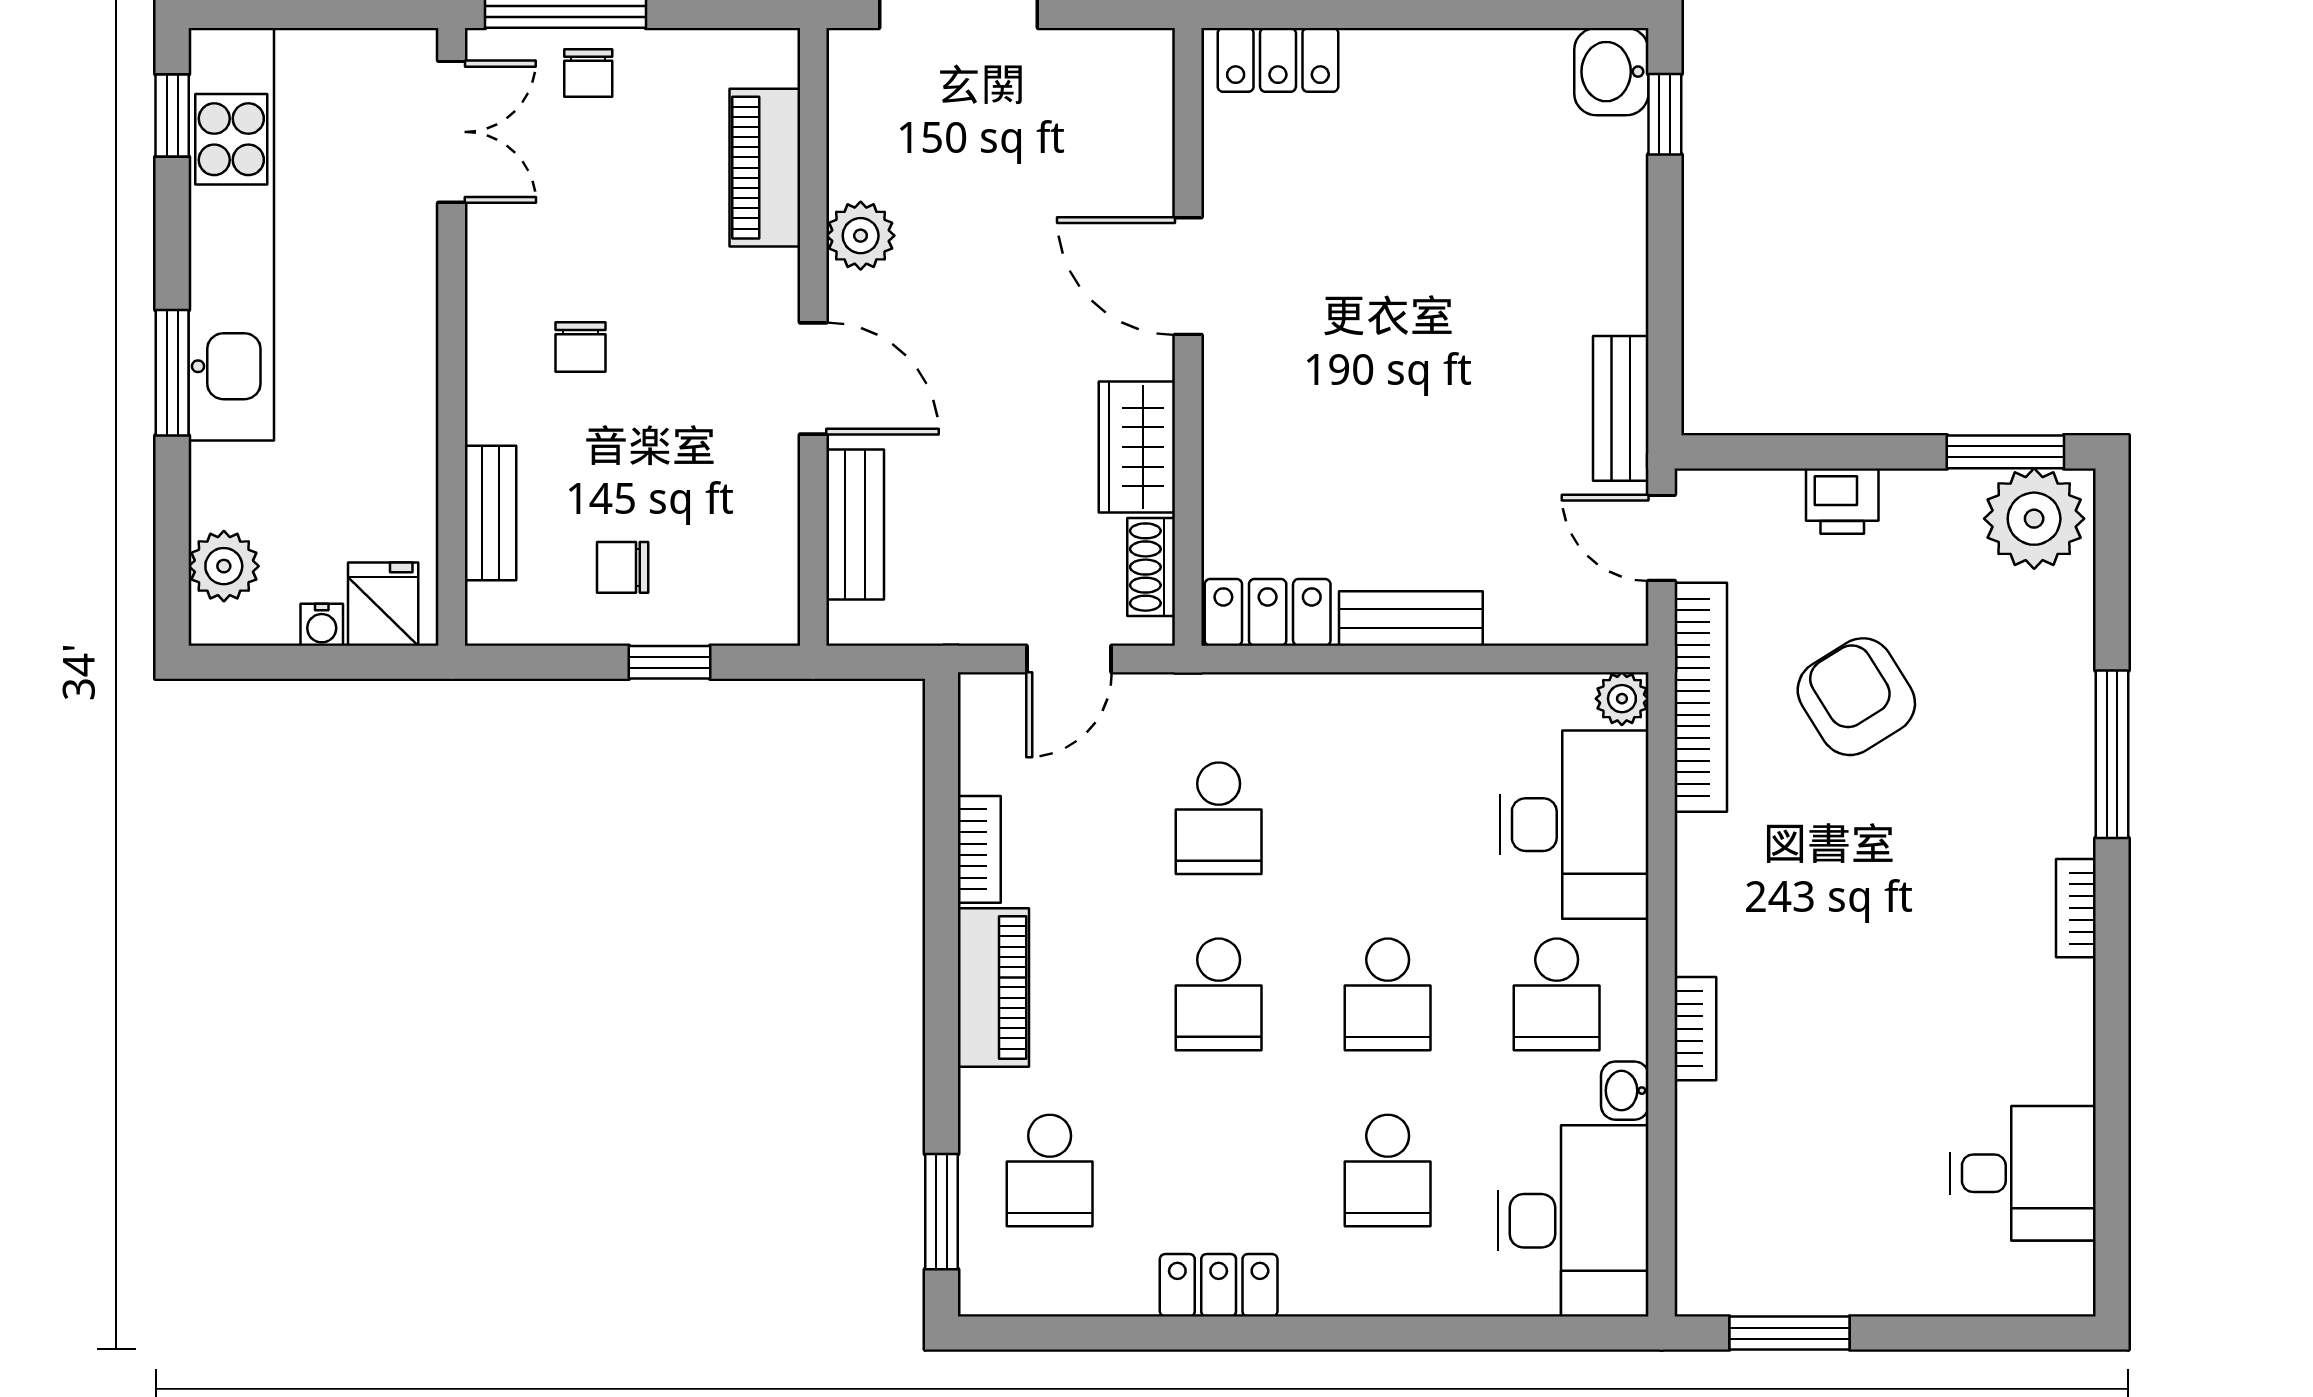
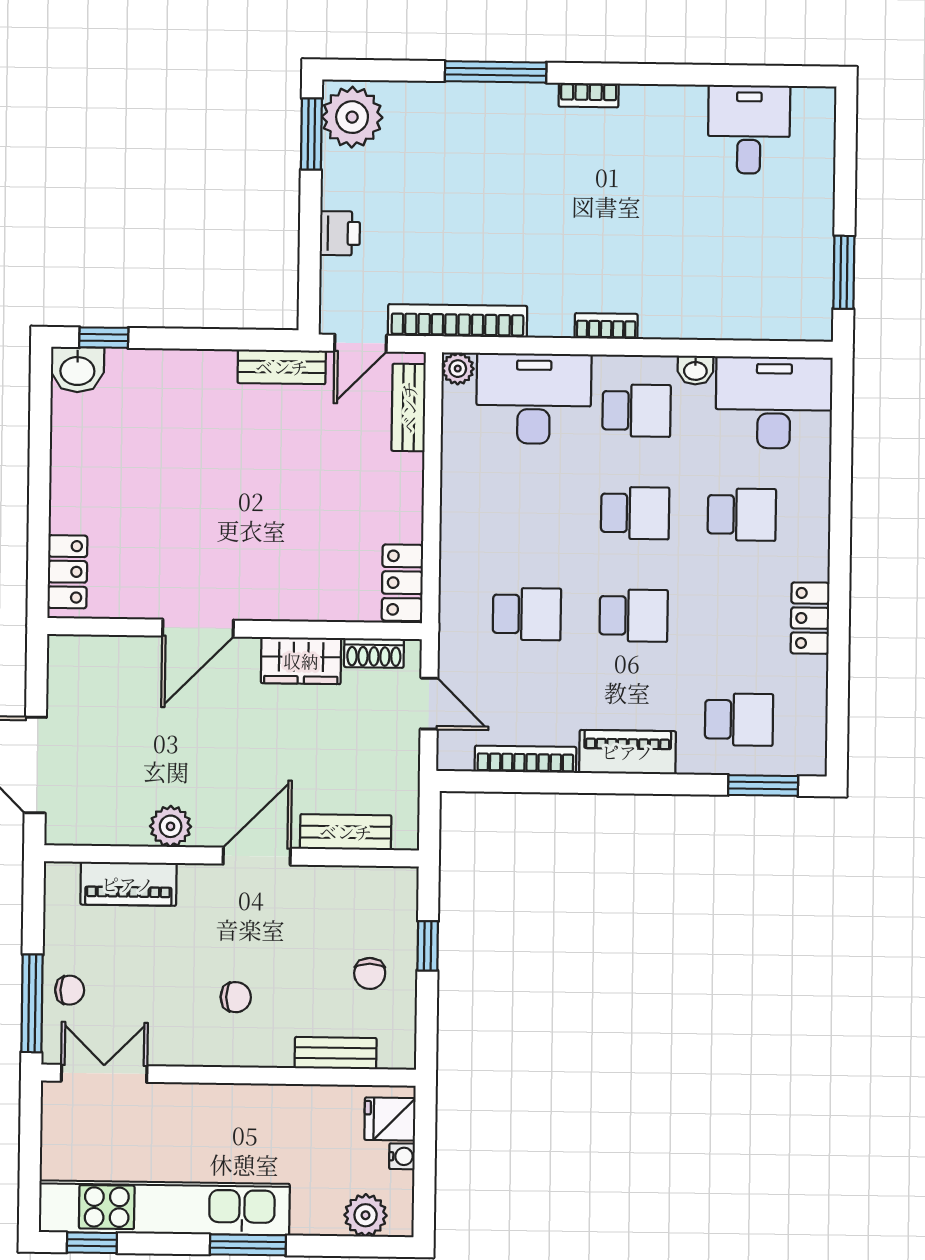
bench: (1411, 618) -> (409, 407), moved
armchair: (1856, 697) -> (459, 226), removed
bookcase: (979, 849) -> (525, 759), width x1.56
bookcase: (1695, 1029) -> (606, 326), moved

